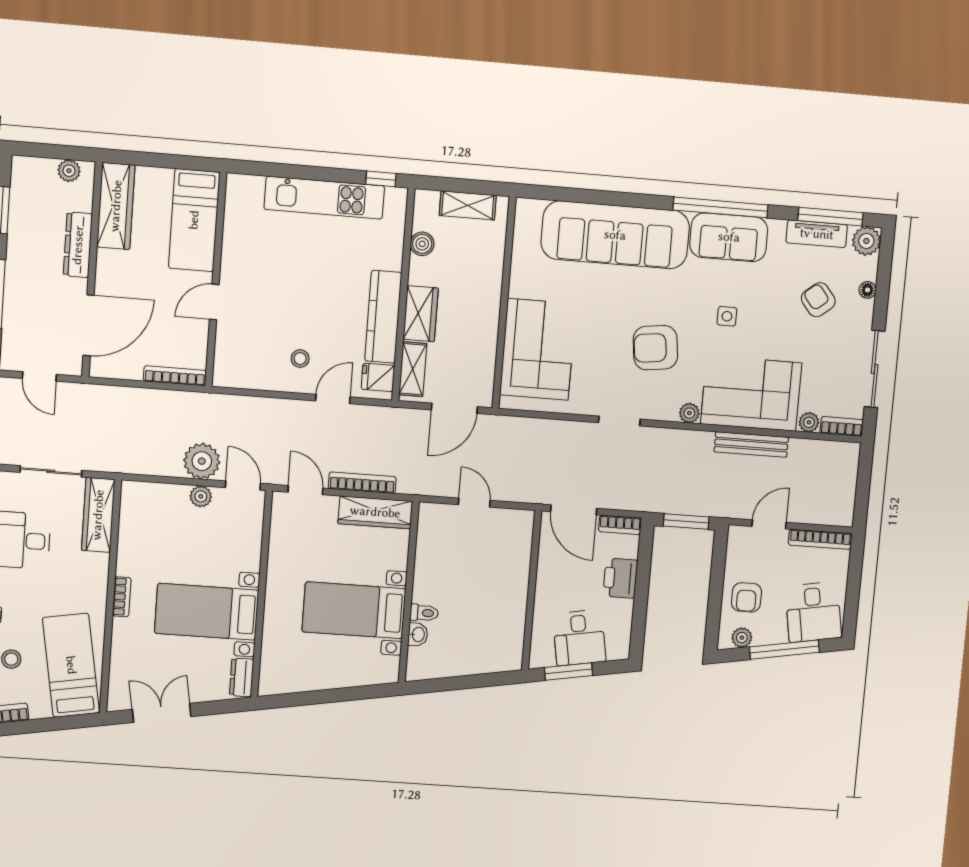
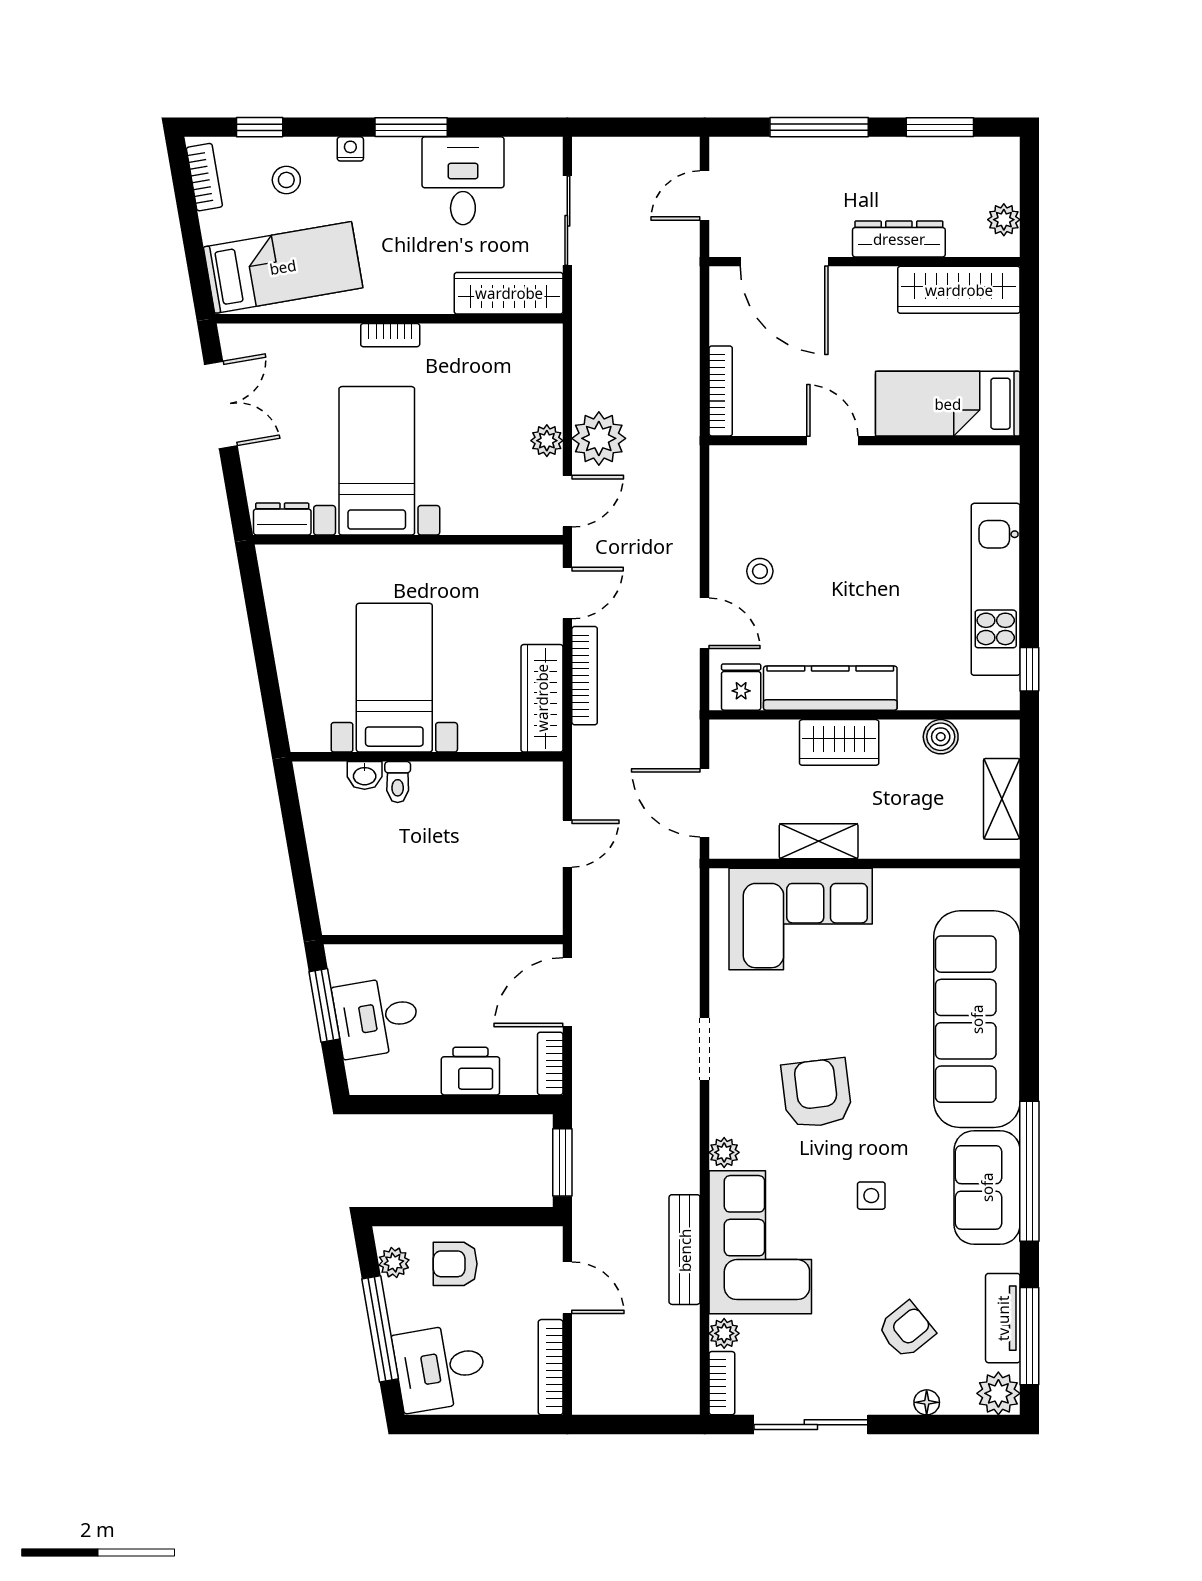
shelving: (413, 369) -> (819, 841), moved

